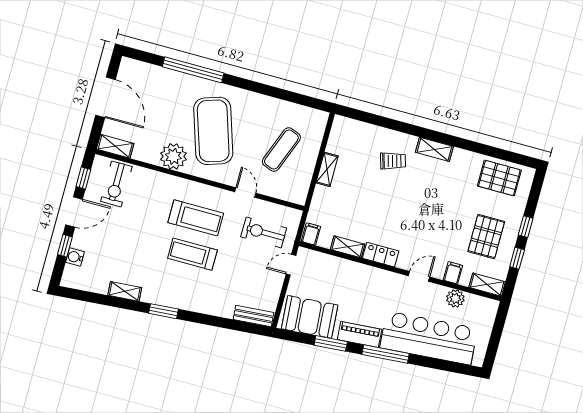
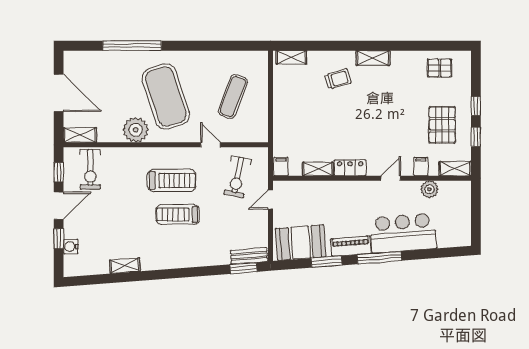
shelving: (327, 169) -> (291, 57), moved, turned 90
pallet: (499, 178) -> (440, 68), width x0.67, depth x0.71
exercise bike: (264, 232) -> (237, 177), turned -78
window: (164, 311) -> (243, 268), moved
bar counter: (429, 338) -> (403, 233), width x0.73

